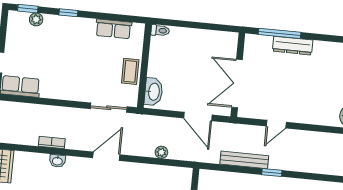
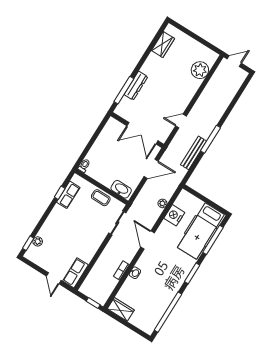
window: (68, 13) -> (60, 193), moved
door: (276, 124) -> (181, 121), swing flipped
window: (272, 173) -> (210, 139), width x2.17
nightstand: (154, 175) -> (174, 215), added

